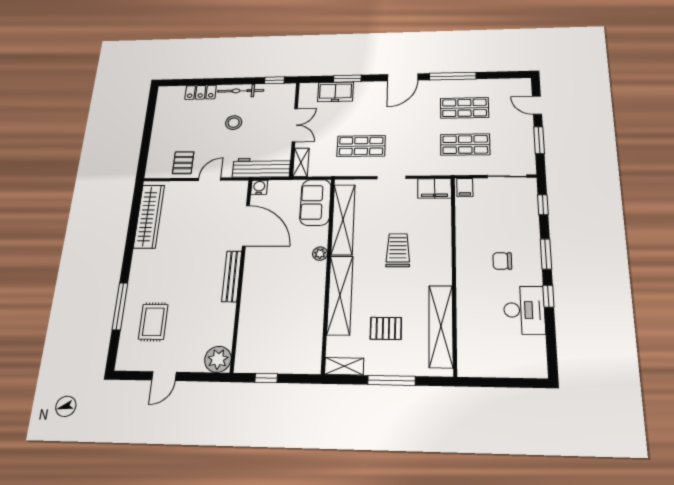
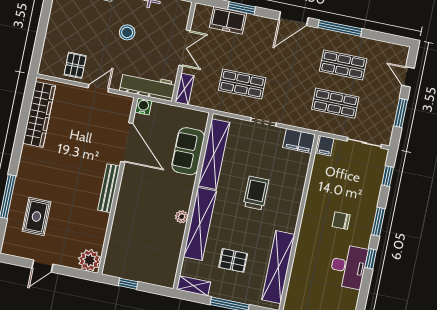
sofa: (315, 202) -> (188, 151), moved
plant: (320, 254) -> (182, 217), moved

